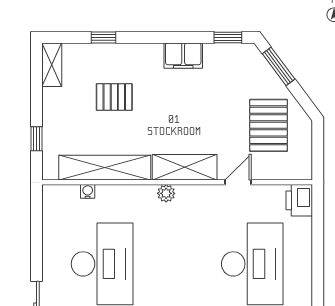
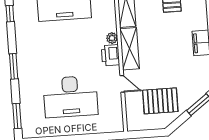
printer: (299, 200) -> (110, 55), moved, turned -90

